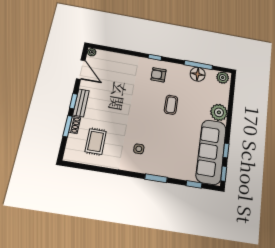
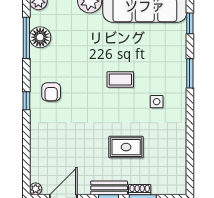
coffee table: (171, 105) -> (120, 79), moved
rug: (96, 141) -> (126, 147), moved

